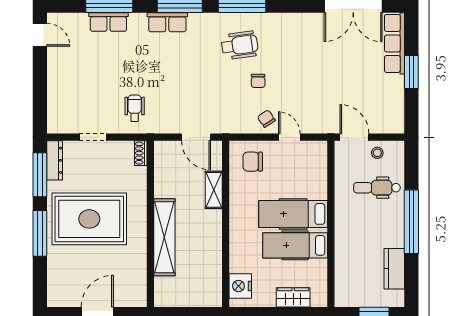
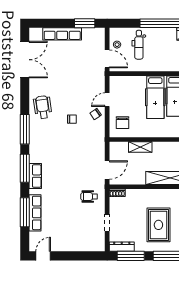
row of seats: (108, 22) -> (35, 213), width x1.48
row of seats: (394, 43) -> (62, 34), moved
wheelchair: (240, 45) -> (43, 107), moved
window: (411, 72) -> (85, 23), moved
door: (196, 137) -> (107, 170), moved
door: (354, 137) -> (107, 59), swing flipped
rug: (89, 219) -> (158, 225), width x0.73, depth x0.69

